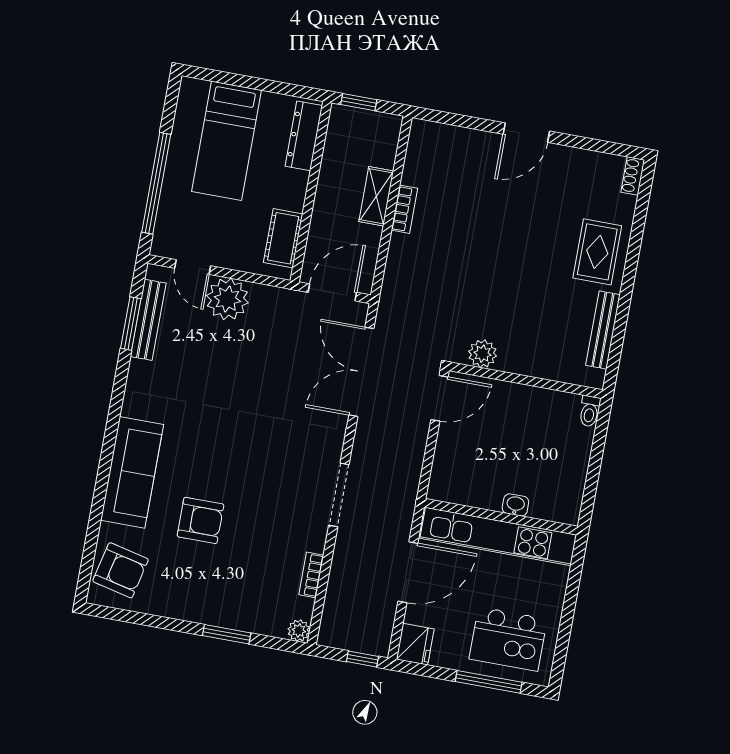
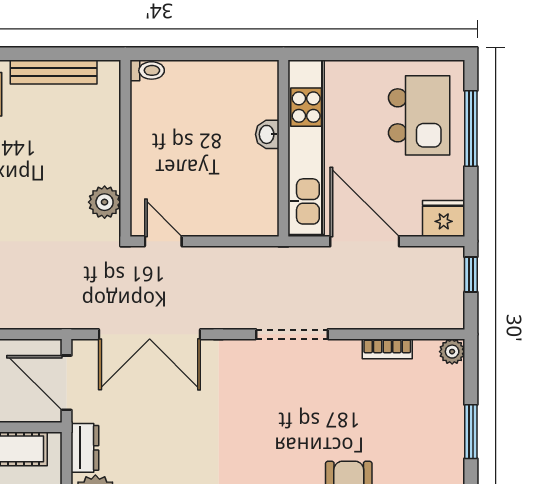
dresser: (273, 298) -> (85, 448), added
door: (439, 398) -> (163, 241), width x0.73

